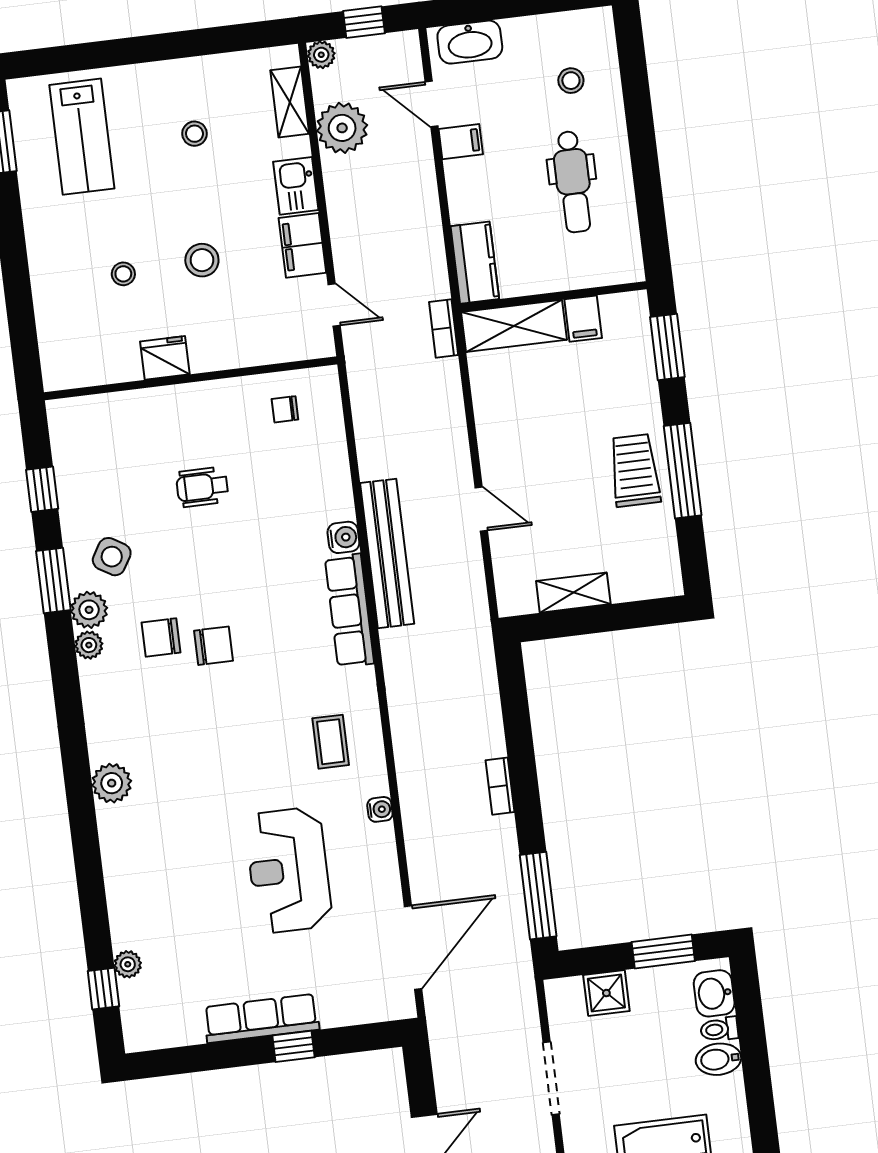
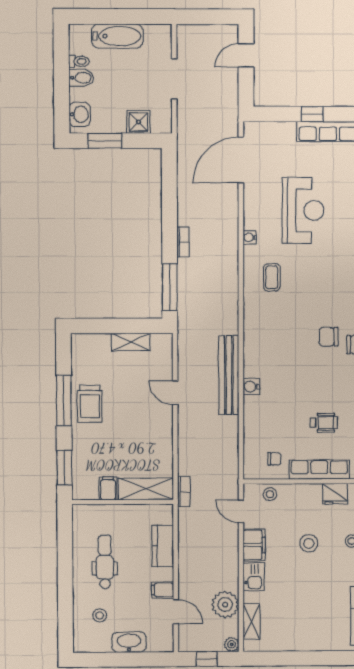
washbasin: (470, 42) -> (129, 642), moved
stool: (194, 134) -> (270, 494), moved
kitchen counter: (475, 263) -> (163, 546), moved
row of seats: (349, 611) -> (319, 470), moved, turned -90
window: (538, 896) -> (170, 287), moved
toilet: (719, 1029) -> (79, 61), moved

